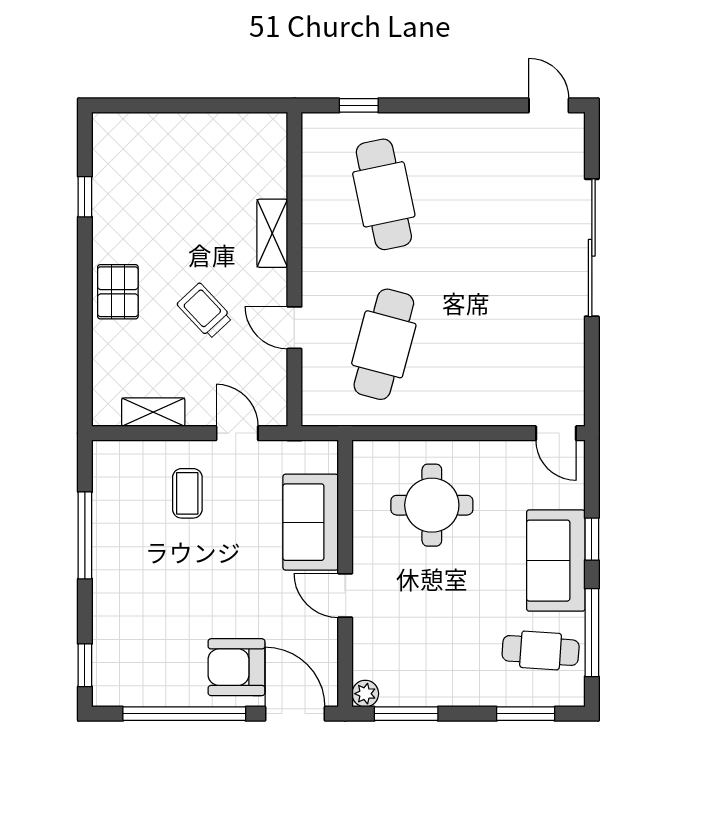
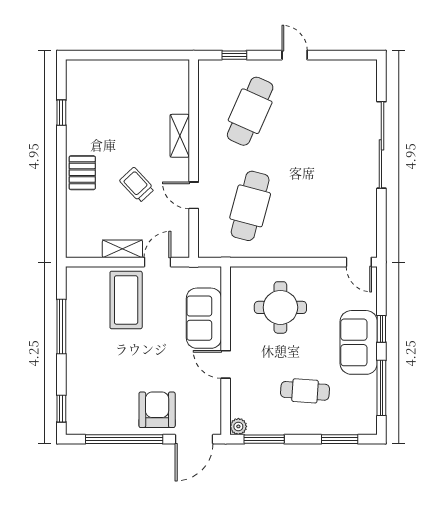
door: (549, 105) -> (295, 55), moved
cafe table: (384, 194) -> (250, 111), turned 36
shelving: (153, 412) -> (122, 249), moved
door: (237, 433) -> (157, 262), hinge flipped
coffee table: (187, 493) -> (126, 300), width x1.86, depth x1.72
cafe table: (541, 650) -> (305, 391), moved
armchair: (236, 667) -> (157, 410), turned 90
door: (295, 714) -> (194, 439), swing flipped

